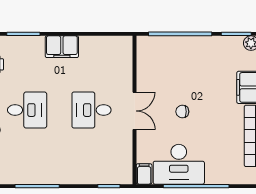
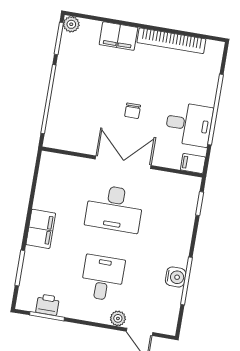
desk: (91, 110) -> (114, 208), width x1.37
double door: (135, 111) -> (123, 162), width x1.37
desk: (179, 164) -> (189, 124), width x0.73
water cooler: (39, 176) -> (176, 277), added

